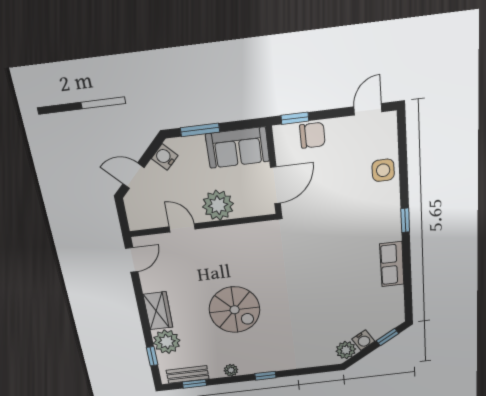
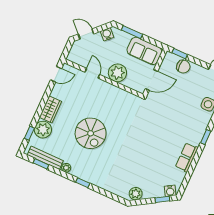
water cooler: (363, 340) -> (170, 191), moved
bench: (188, 374) -> (45, 158), width x1.36

